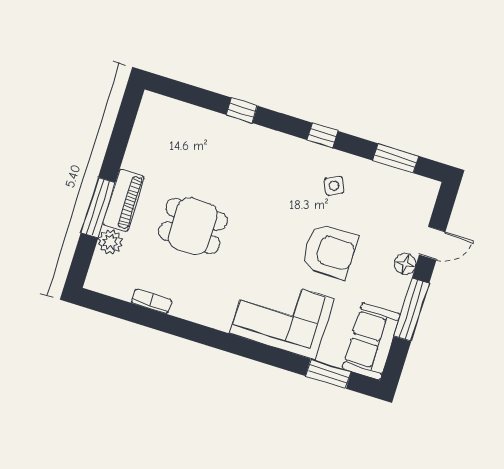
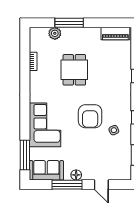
piano: (123, 200) -> (115, 34), moved
armchair: (329, 251) -> (90, 116), moved
floor lamp: (405, 264) -> (76, 175), moved
window: (328, 374) -> (25, 155), width x1.44

